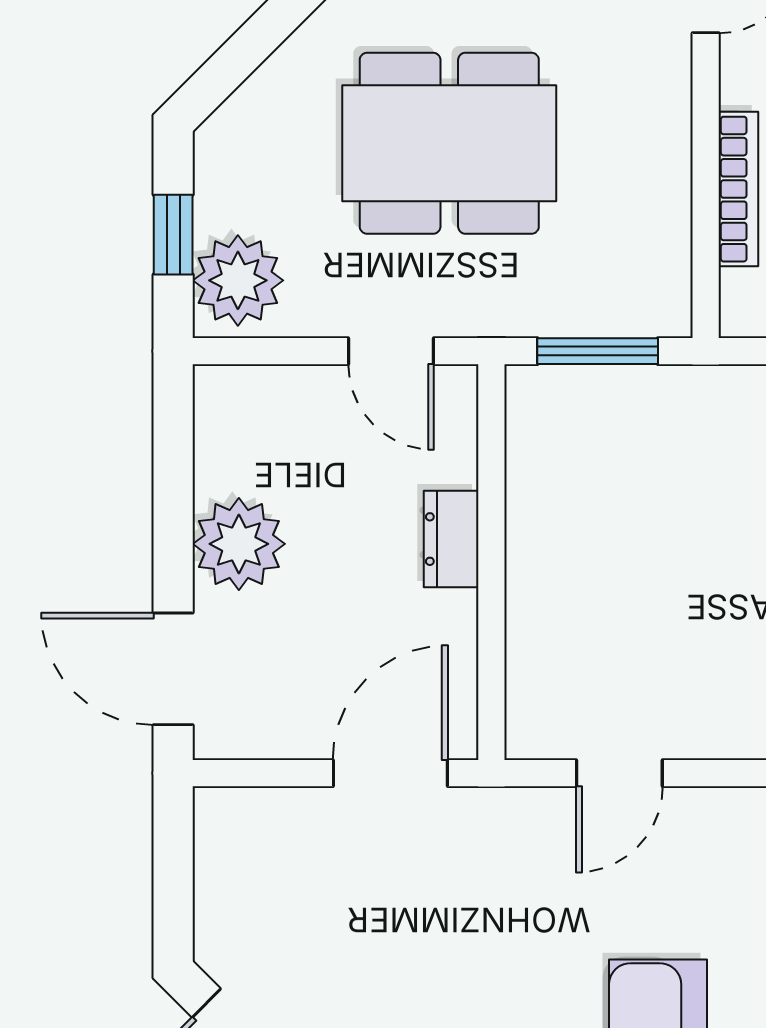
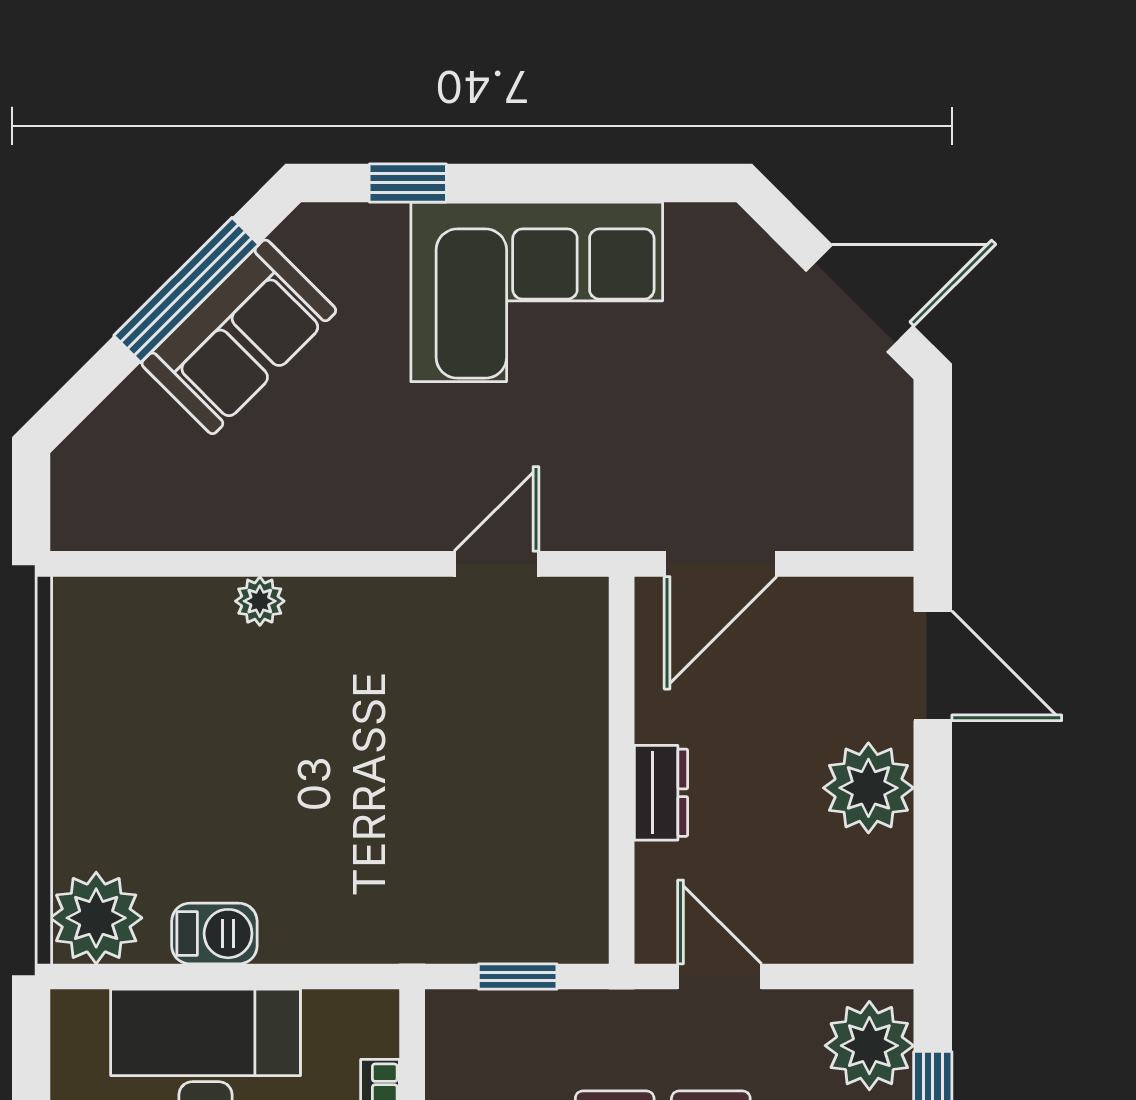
window: (598, 351) -> (518, 977), width x0.67

